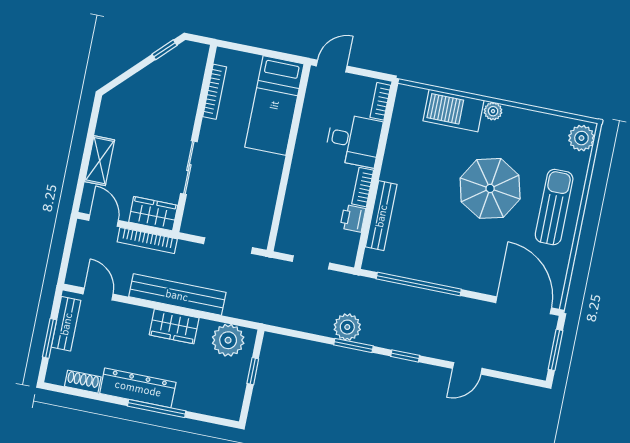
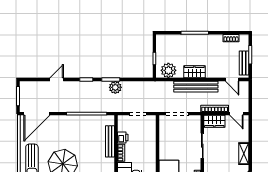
shelving: (100, 161) -> (244, 154), moved
door: (524, 305) -> (37, 114), hinge flipped
dresser: (138, 388) -> (205, 40), removed

